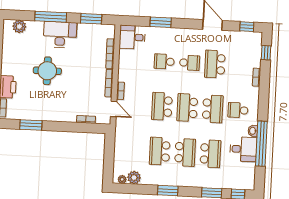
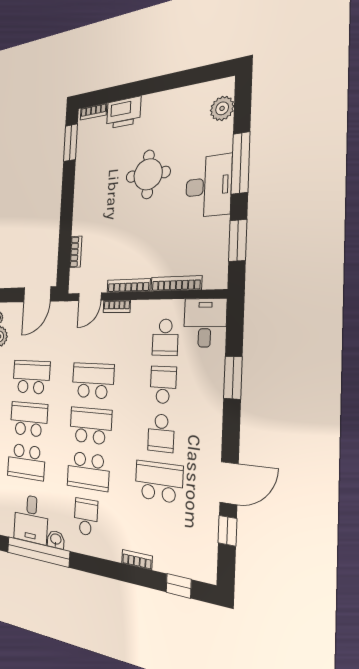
window: (247, 27) -> (227, 531), moved
school desk: (139, 60) -> (165, 337), added
window: (31, 125) -> (71, 143), moved
door: (109, 148) -> (37, 294), added
school desk: (185, 152) -> (29, 419), turned 180

